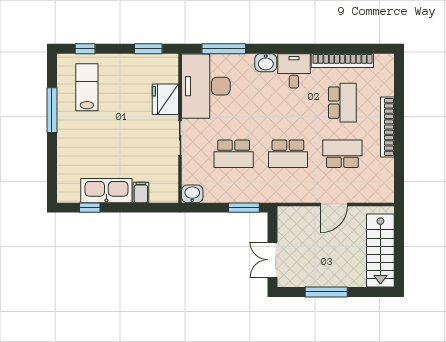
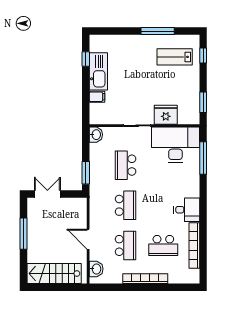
washbasin: (266, 63) -> (96, 269), moved, turned 180
lab bench: (87, 87) -> (175, 57), turned 180
school desk: (288, 154) -> (126, 205), turned 180

